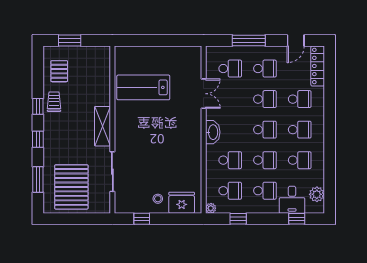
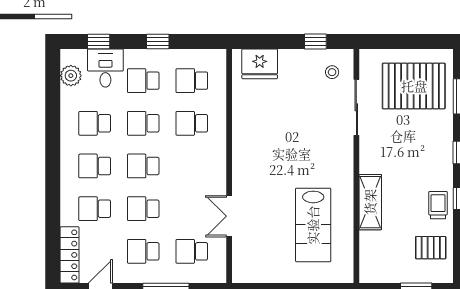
pallet: (59, 71) -> (431, 248), turned 90
lab bench: (143, 87) -> (313, 225), turned 90
trolley: (54, 102) -> (438, 205), turned 180
shelving: (102, 126) -> (370, 202), moved
washbasin: (213, 132) -> (216, 162), removed
pallet: (71, 187) -> (414, 86), turned 90
stool: (158, 199) -> (332, 72), moved
plant: (211, 208) -> (219, 56), removed
window: (238, 219) -> (158, 41), moved

